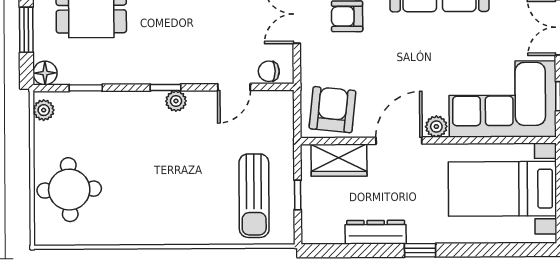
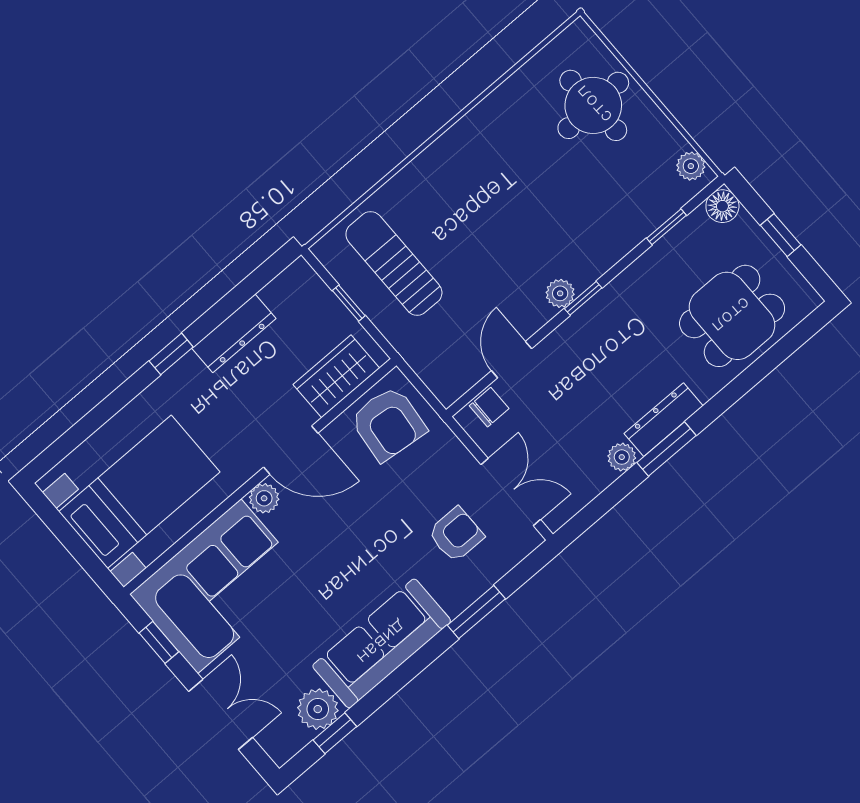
window: (26, 30) -> (781, 235), width x0.67
door: (399, 141) -> (291, 450), hinge flipped

